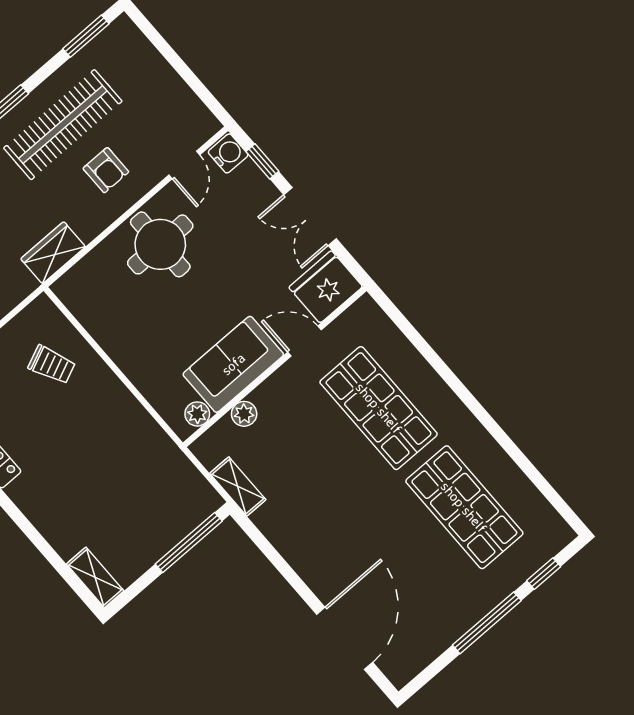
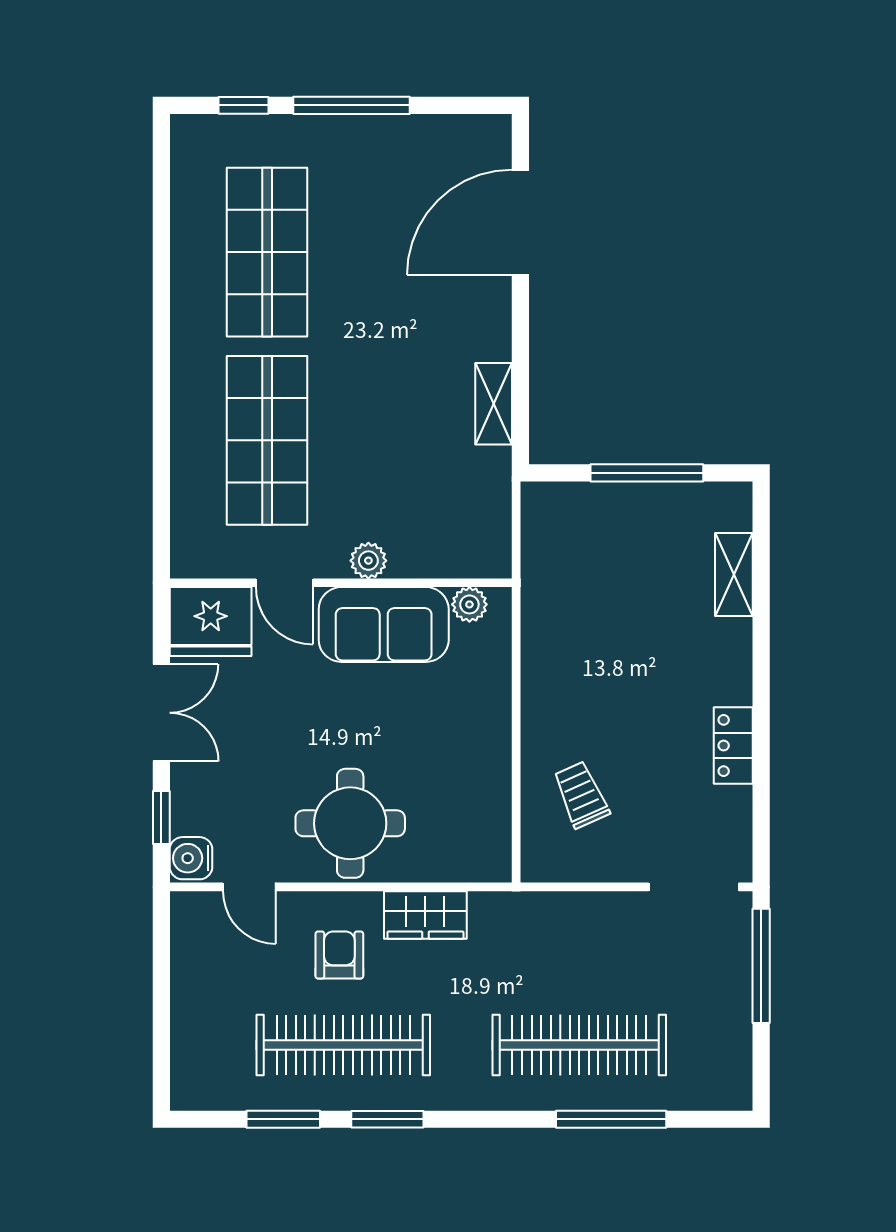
window: (86, 36) -> (283, 1119), moved
door: (184, 165) -> (249, 887), swing flipped
wardrobe: (53, 253) -> (425, 915), moved
plant: (244, 414) -> (368, 561), moved
shelving: (238, 486) -> (494, 404), moved
window: (189, 542) -> (647, 473), moved
shelving: (95, 577) -> (734, 574), moved

